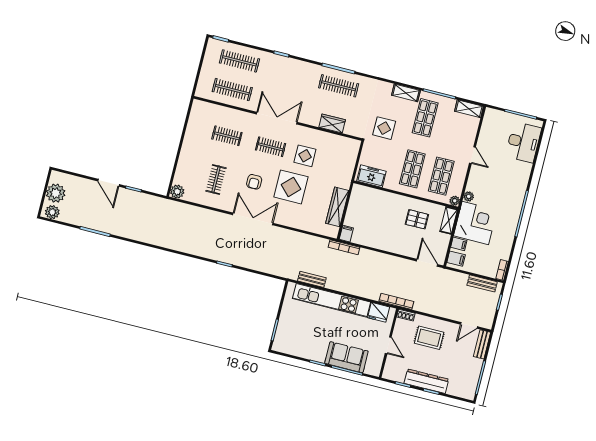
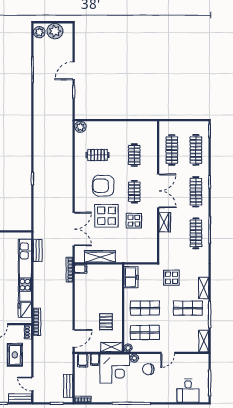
clothes rail: (289, 73) -> (196, 192), added
wardrobe: (332, 124) -> (165, 222), moved
desk: (523, 142) -> (188, 391), width x0.73
armchair: (254, 182) -> (103, 186), width x1.88, depth x1.88
chair: (486, 183) -> (148, 369), added
double door: (253, 219) -> (74, 229), moved

